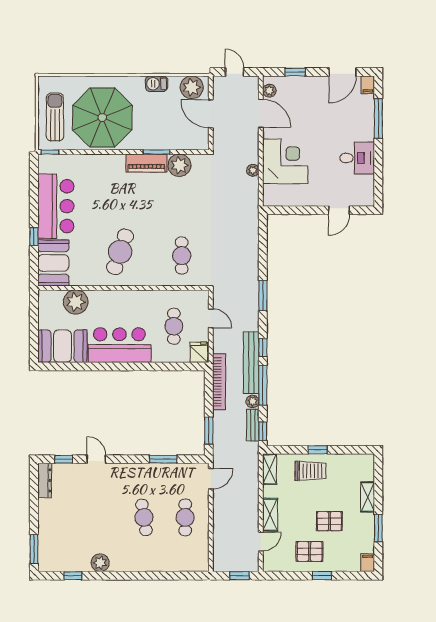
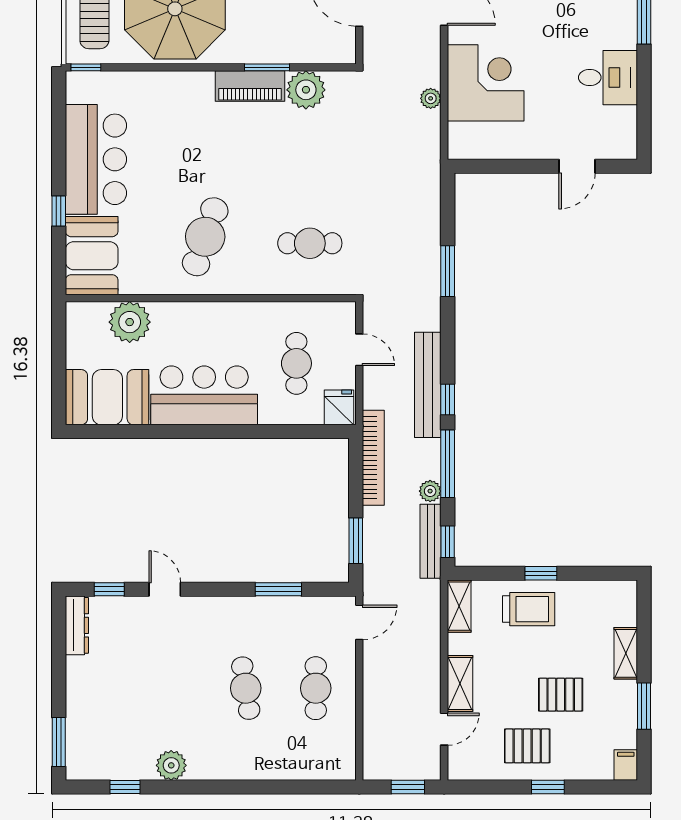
cafe table: (182, 256) -> (310, 243), turned 90
window: (263, 295) -> (448, 271), moved
bench: (251, 363) -> (428, 385), moved
bench: (253, 425) -> (431, 541), width x1.36

